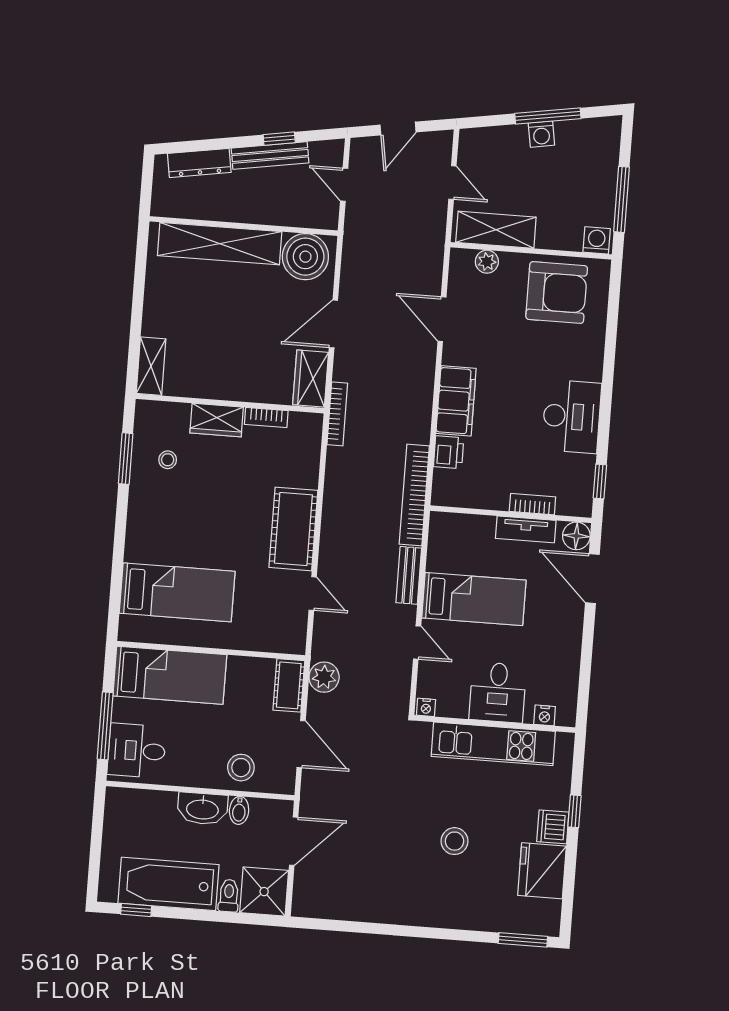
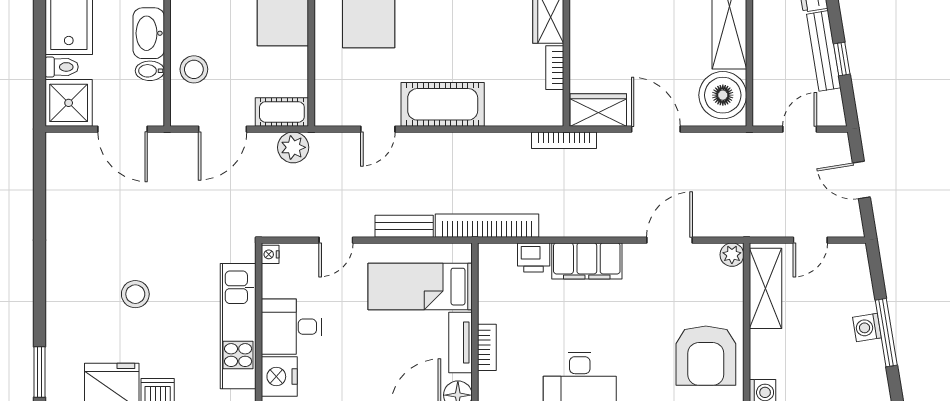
plant: (487, 262) -> (732, 255), moved
bed: (474, 599) -> (420, 287), moved, turned 90
nightstand: (545, 715) -> (279, 377), width x1.89, depth x1.79

